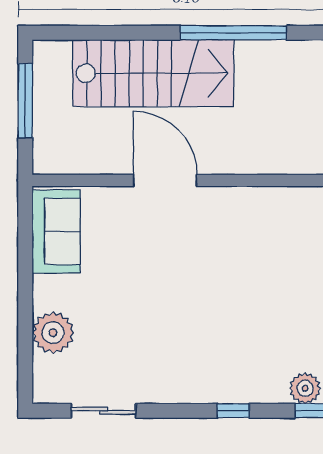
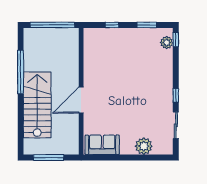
window: (233, 411) -> (176, 95), moved

